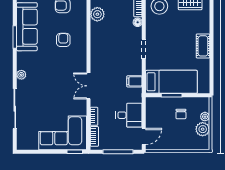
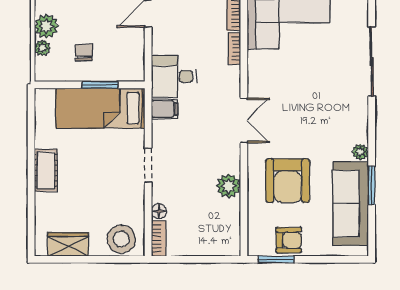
plant: (97, 14) -> (229, 186), moved
armchair: (63, 40) -> (288, 181), width x1.88, depth x1.88
plant: (21, 75) -> (360, 152), moved
double door: (89, 86) -> (244, 120), moved
desk: (129, 115) -> (174, 76), moved

